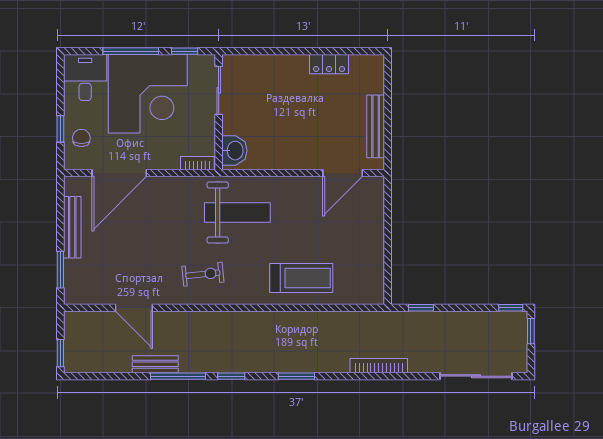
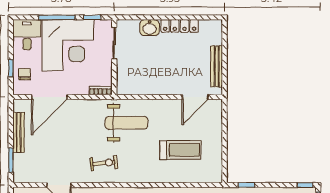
locker: (329, 64) -> (180, 26), width x1.53
washbasin: (234, 151) -> (150, 28), moved, turned 90
treadmill: (301, 278) -> (180, 150), moved

